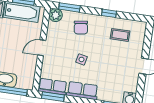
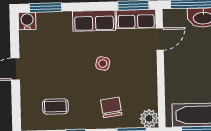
door: (42, 48) -> (160, 39), moved

